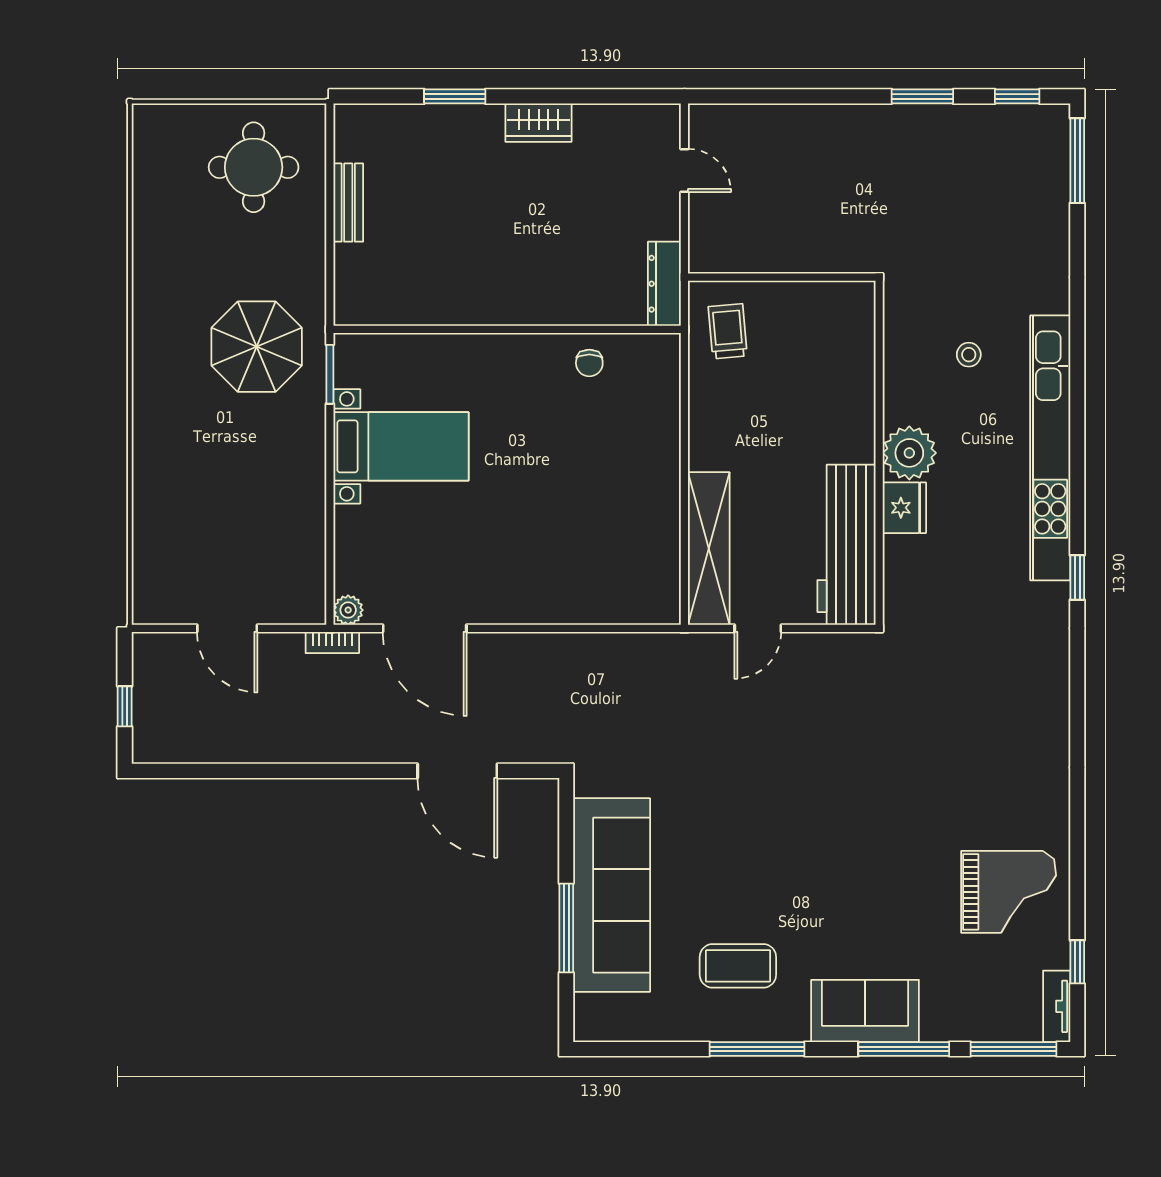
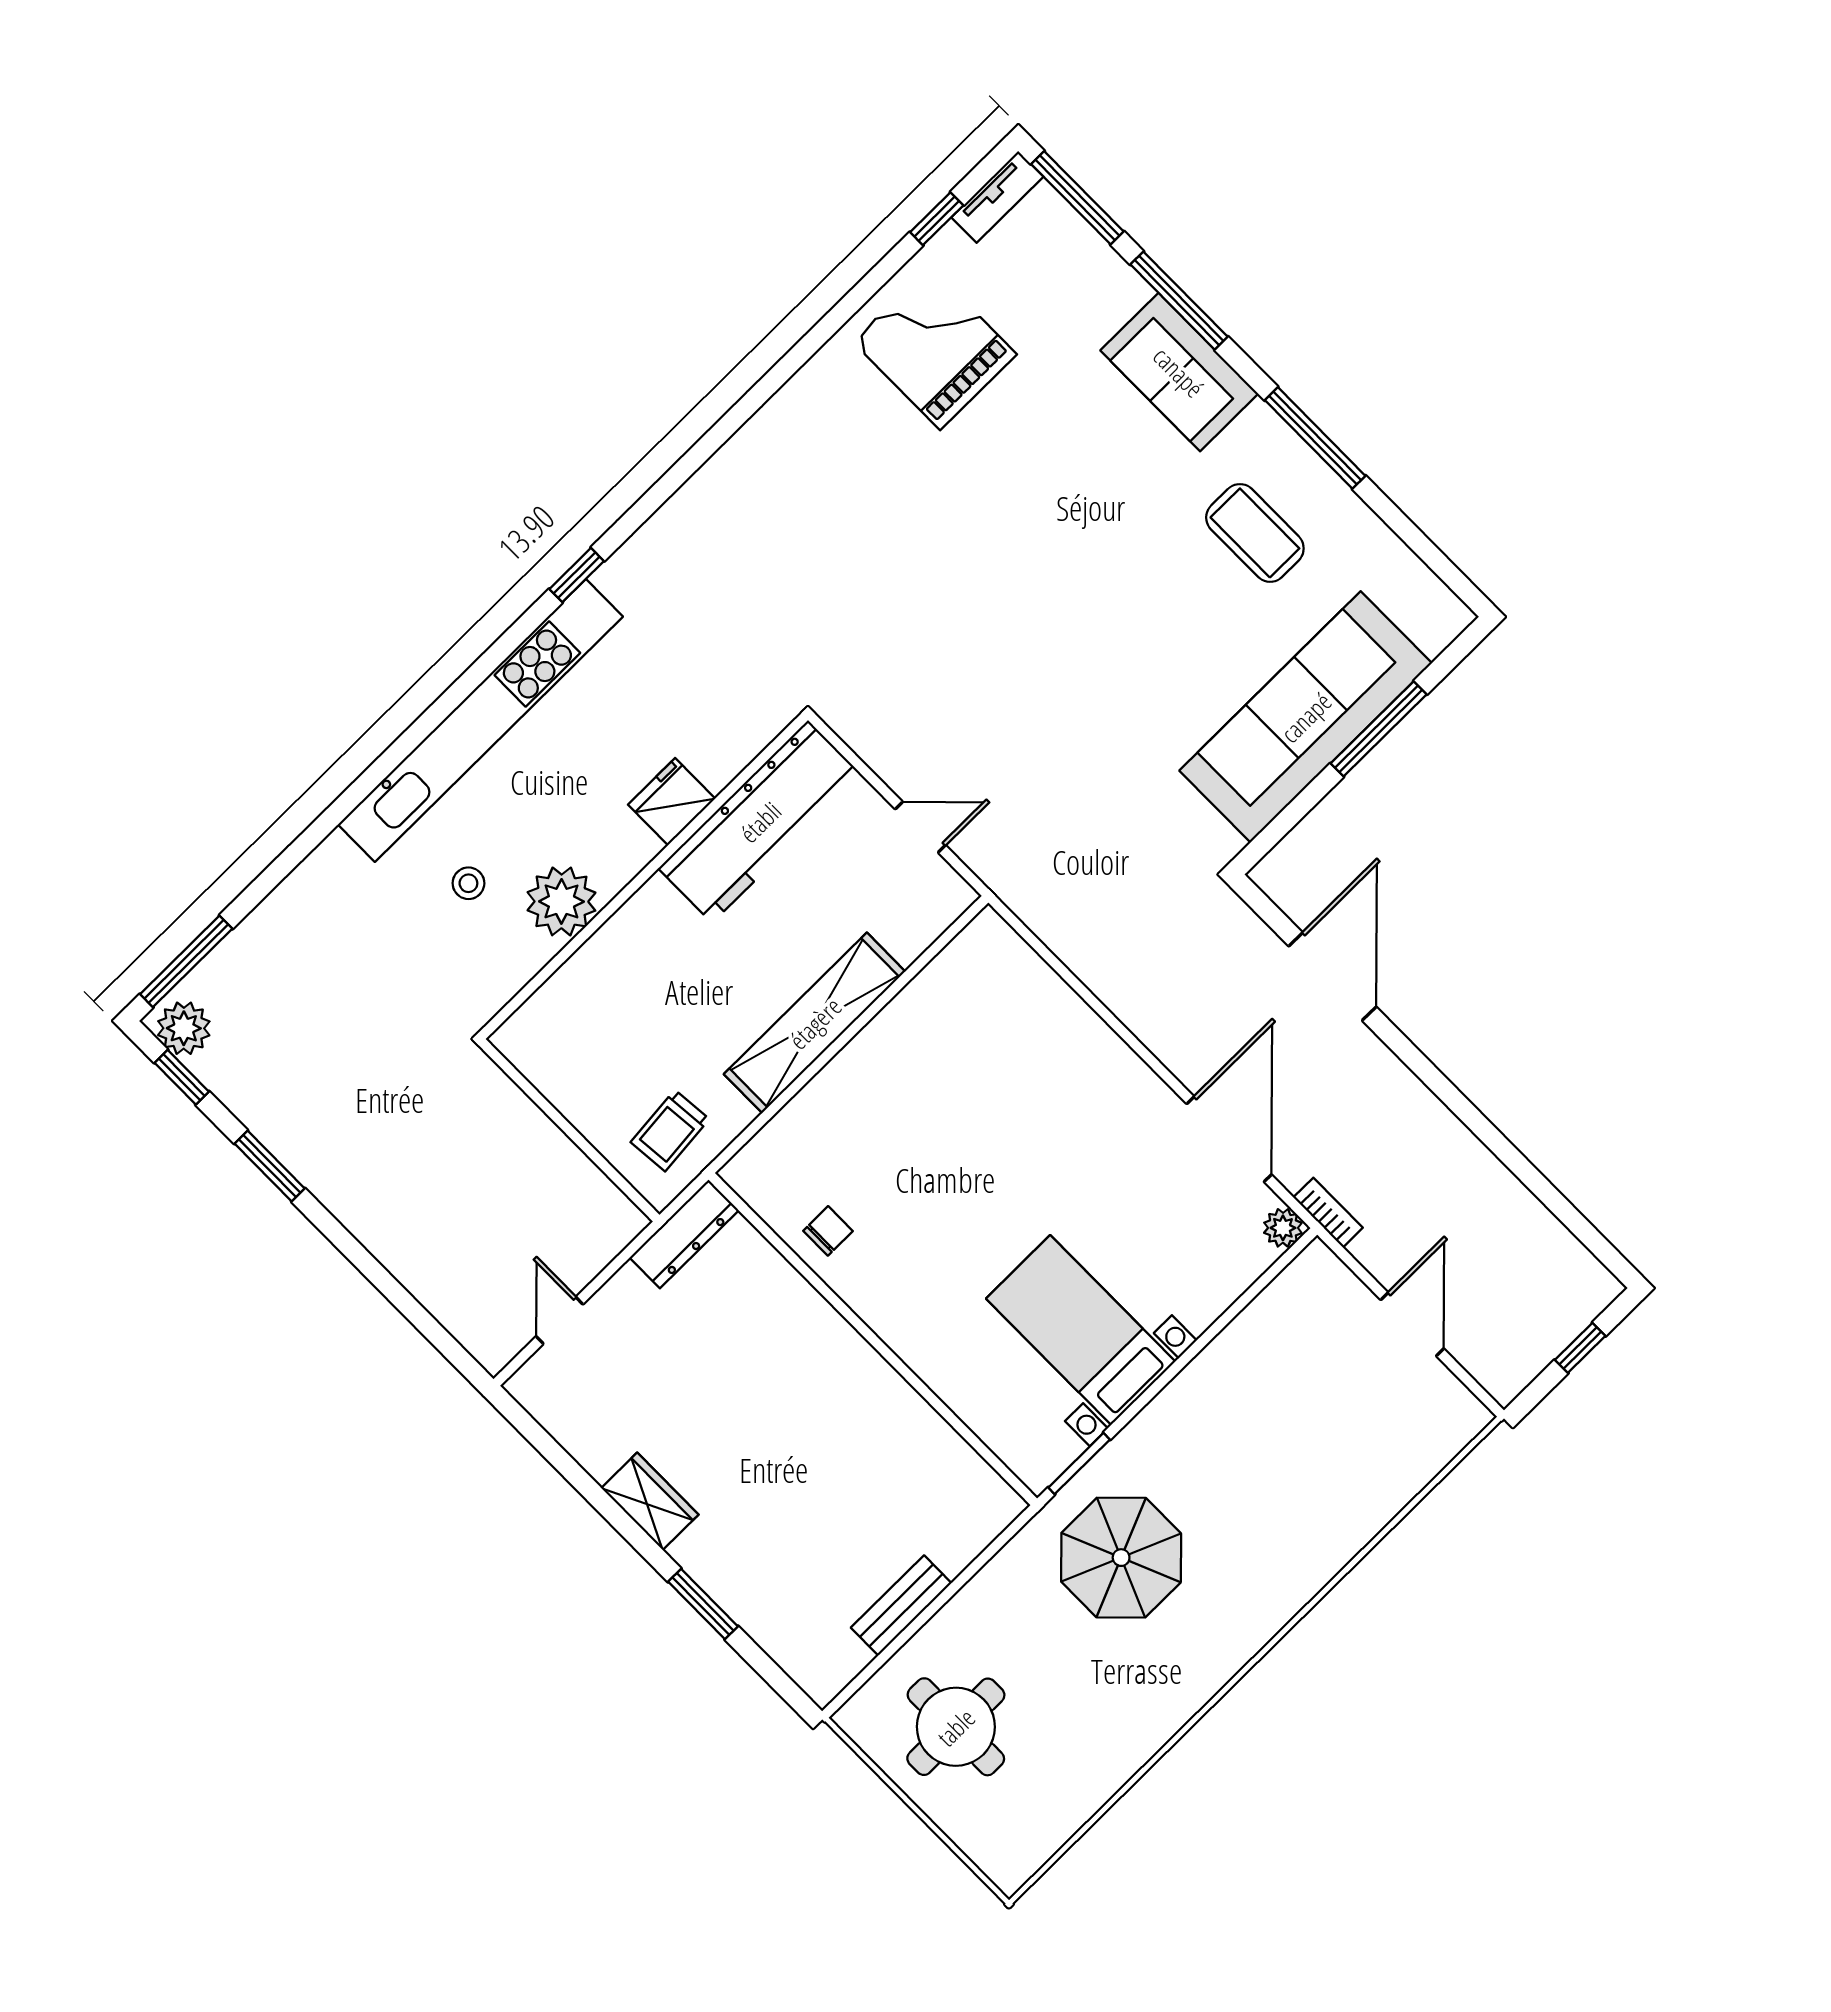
plant: (1043, 124) -> (184, 1028), added
plant: (909, 453) -> (561, 901), moved
shelving: (709, 548) -> (815, 1023), moved

